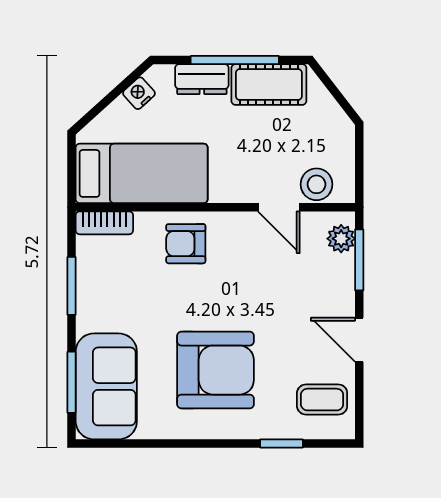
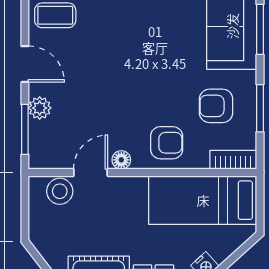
door: (279, 207) -> (91, 173), hinge flipped
floor lamp: (241, 223) -> (121, 160), added
plant: (341, 239) -> (40, 108), moved
armchair: (216, 370) -> (216, 106), moved, width x0.53, depth x0.53

